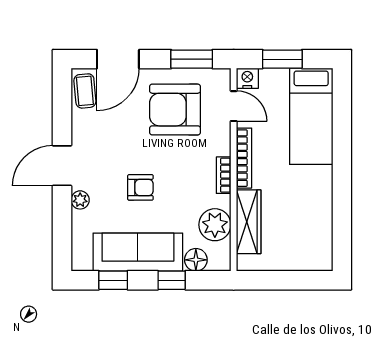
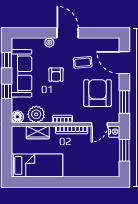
coffee table: (85, 91) -> (83, 62), moved
bed: (311, 116) -> (37, 165), moved, turned 180
wardrobe: (249, 222) -> (38, 132), width x0.67
floor lamp: (196, 260) -> (17, 117), moved

